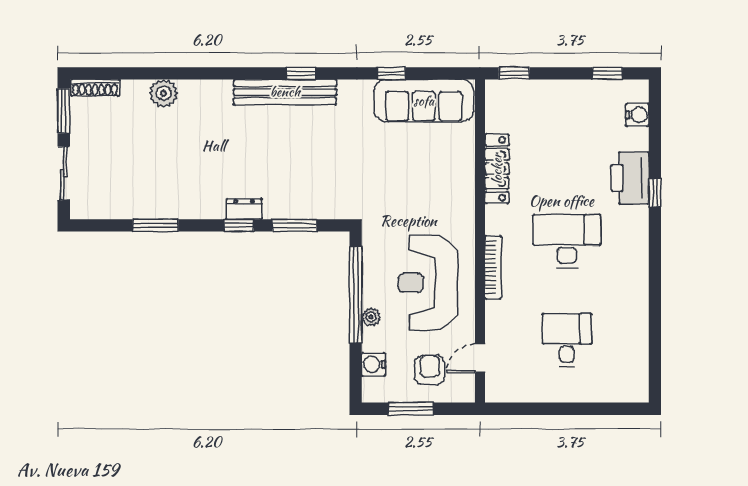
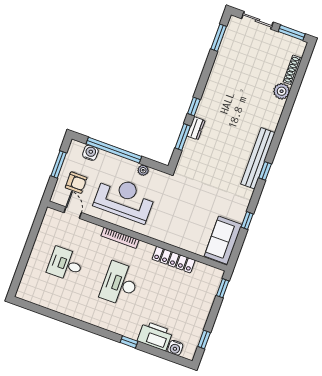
shoe rack: (95, 88) -> (293, 70), moved
sofa: (424, 101) -> (223, 240), width x0.73
printer: (630, 178) -> (155, 336), moved
dresser: (244, 209) -> (196, 128), moved
window: (156, 225) -> (219, 38), moved
desk: (567, 241) -> (120, 284), turned 180
window: (356, 295) -> (114, 150), moved
plant: (371, 317) -> (143, 170), moved
desk: (567, 340) -> (65, 264), turned 180

